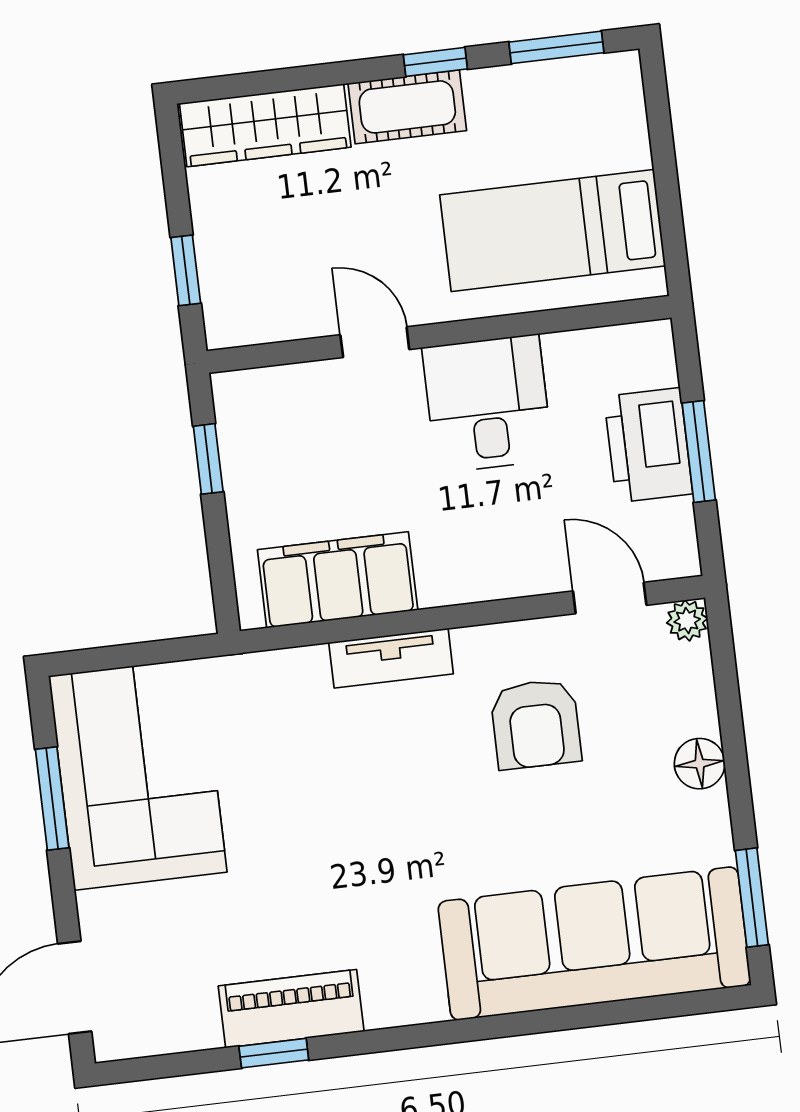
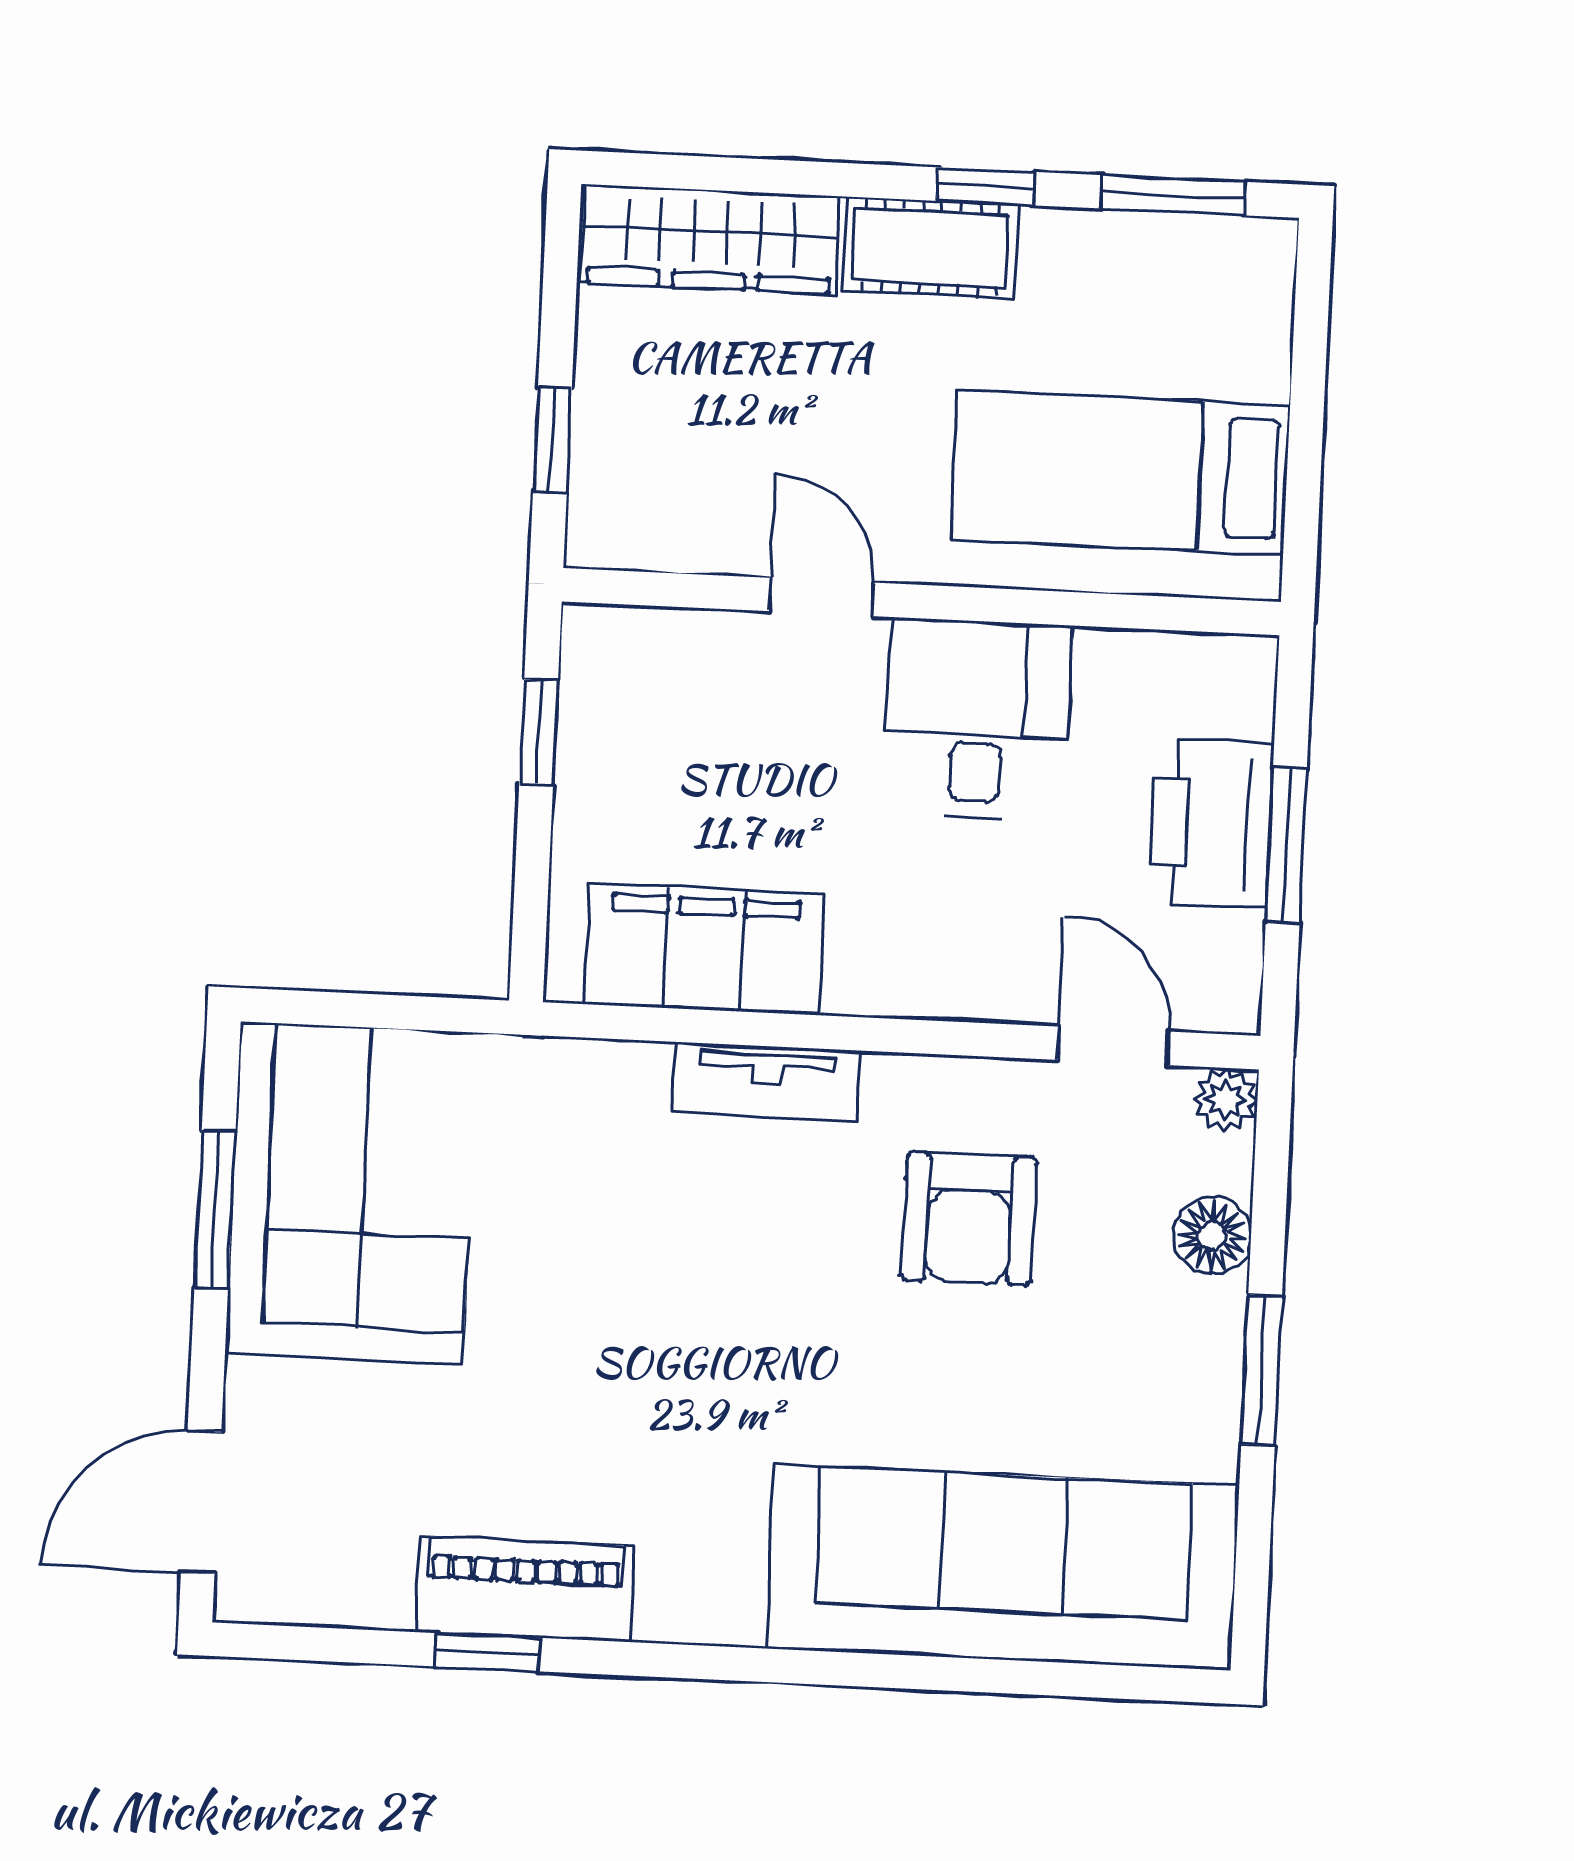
floor lamp: (700, 764) -> (1212, 1235), moved
window: (752, 898) -> (1262, 1370), moved

